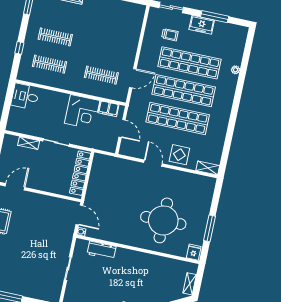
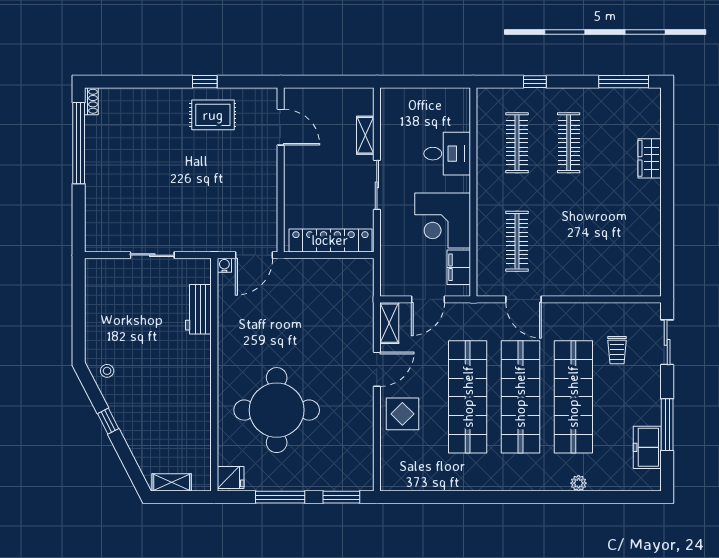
freezer: (202, 25) -> (647, 447), moved
desk: (25, 96) -> (447, 154), moved, turned 90
shelving: (208, 168) -> (389, 323), moved
window: (216, 196) -> (341, 497), added

